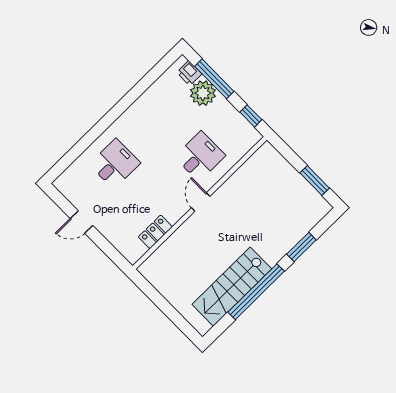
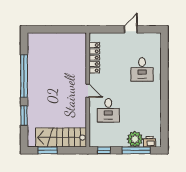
locker: (155, 232) -> (94, 58), width x1.53
stairs: (232, 287) -> (61, 138), moved, turned -90

